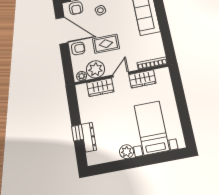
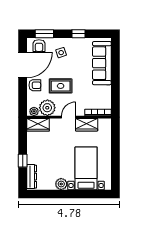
door: (62, 31) -> (23, 65), hinge flipped
wardrobe: (100, 87) -> (38, 125), moved
dresser: (89, 137) -> (32, 177), moved

